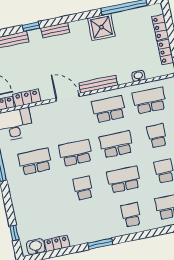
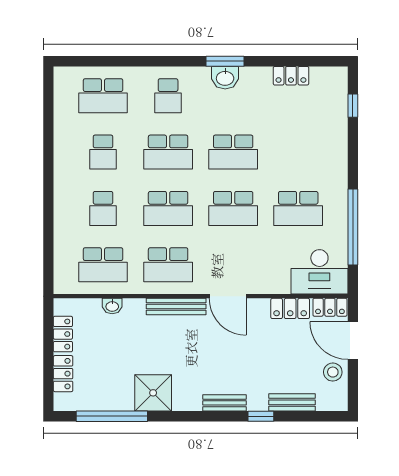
school desk: (83, 188) -> (233, 152), width x1.85
washbasin: (36, 247) -> (225, 78), moved

